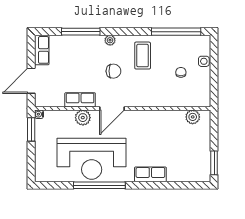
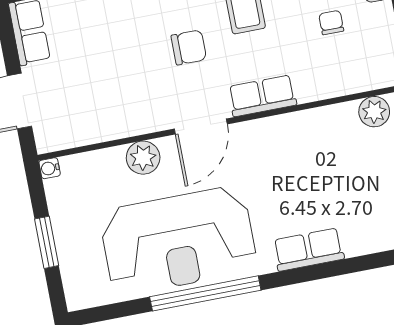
row of seats: (80, 100) -> (262, 96), moved
window: (31, 129) -> (47, 242), moved

